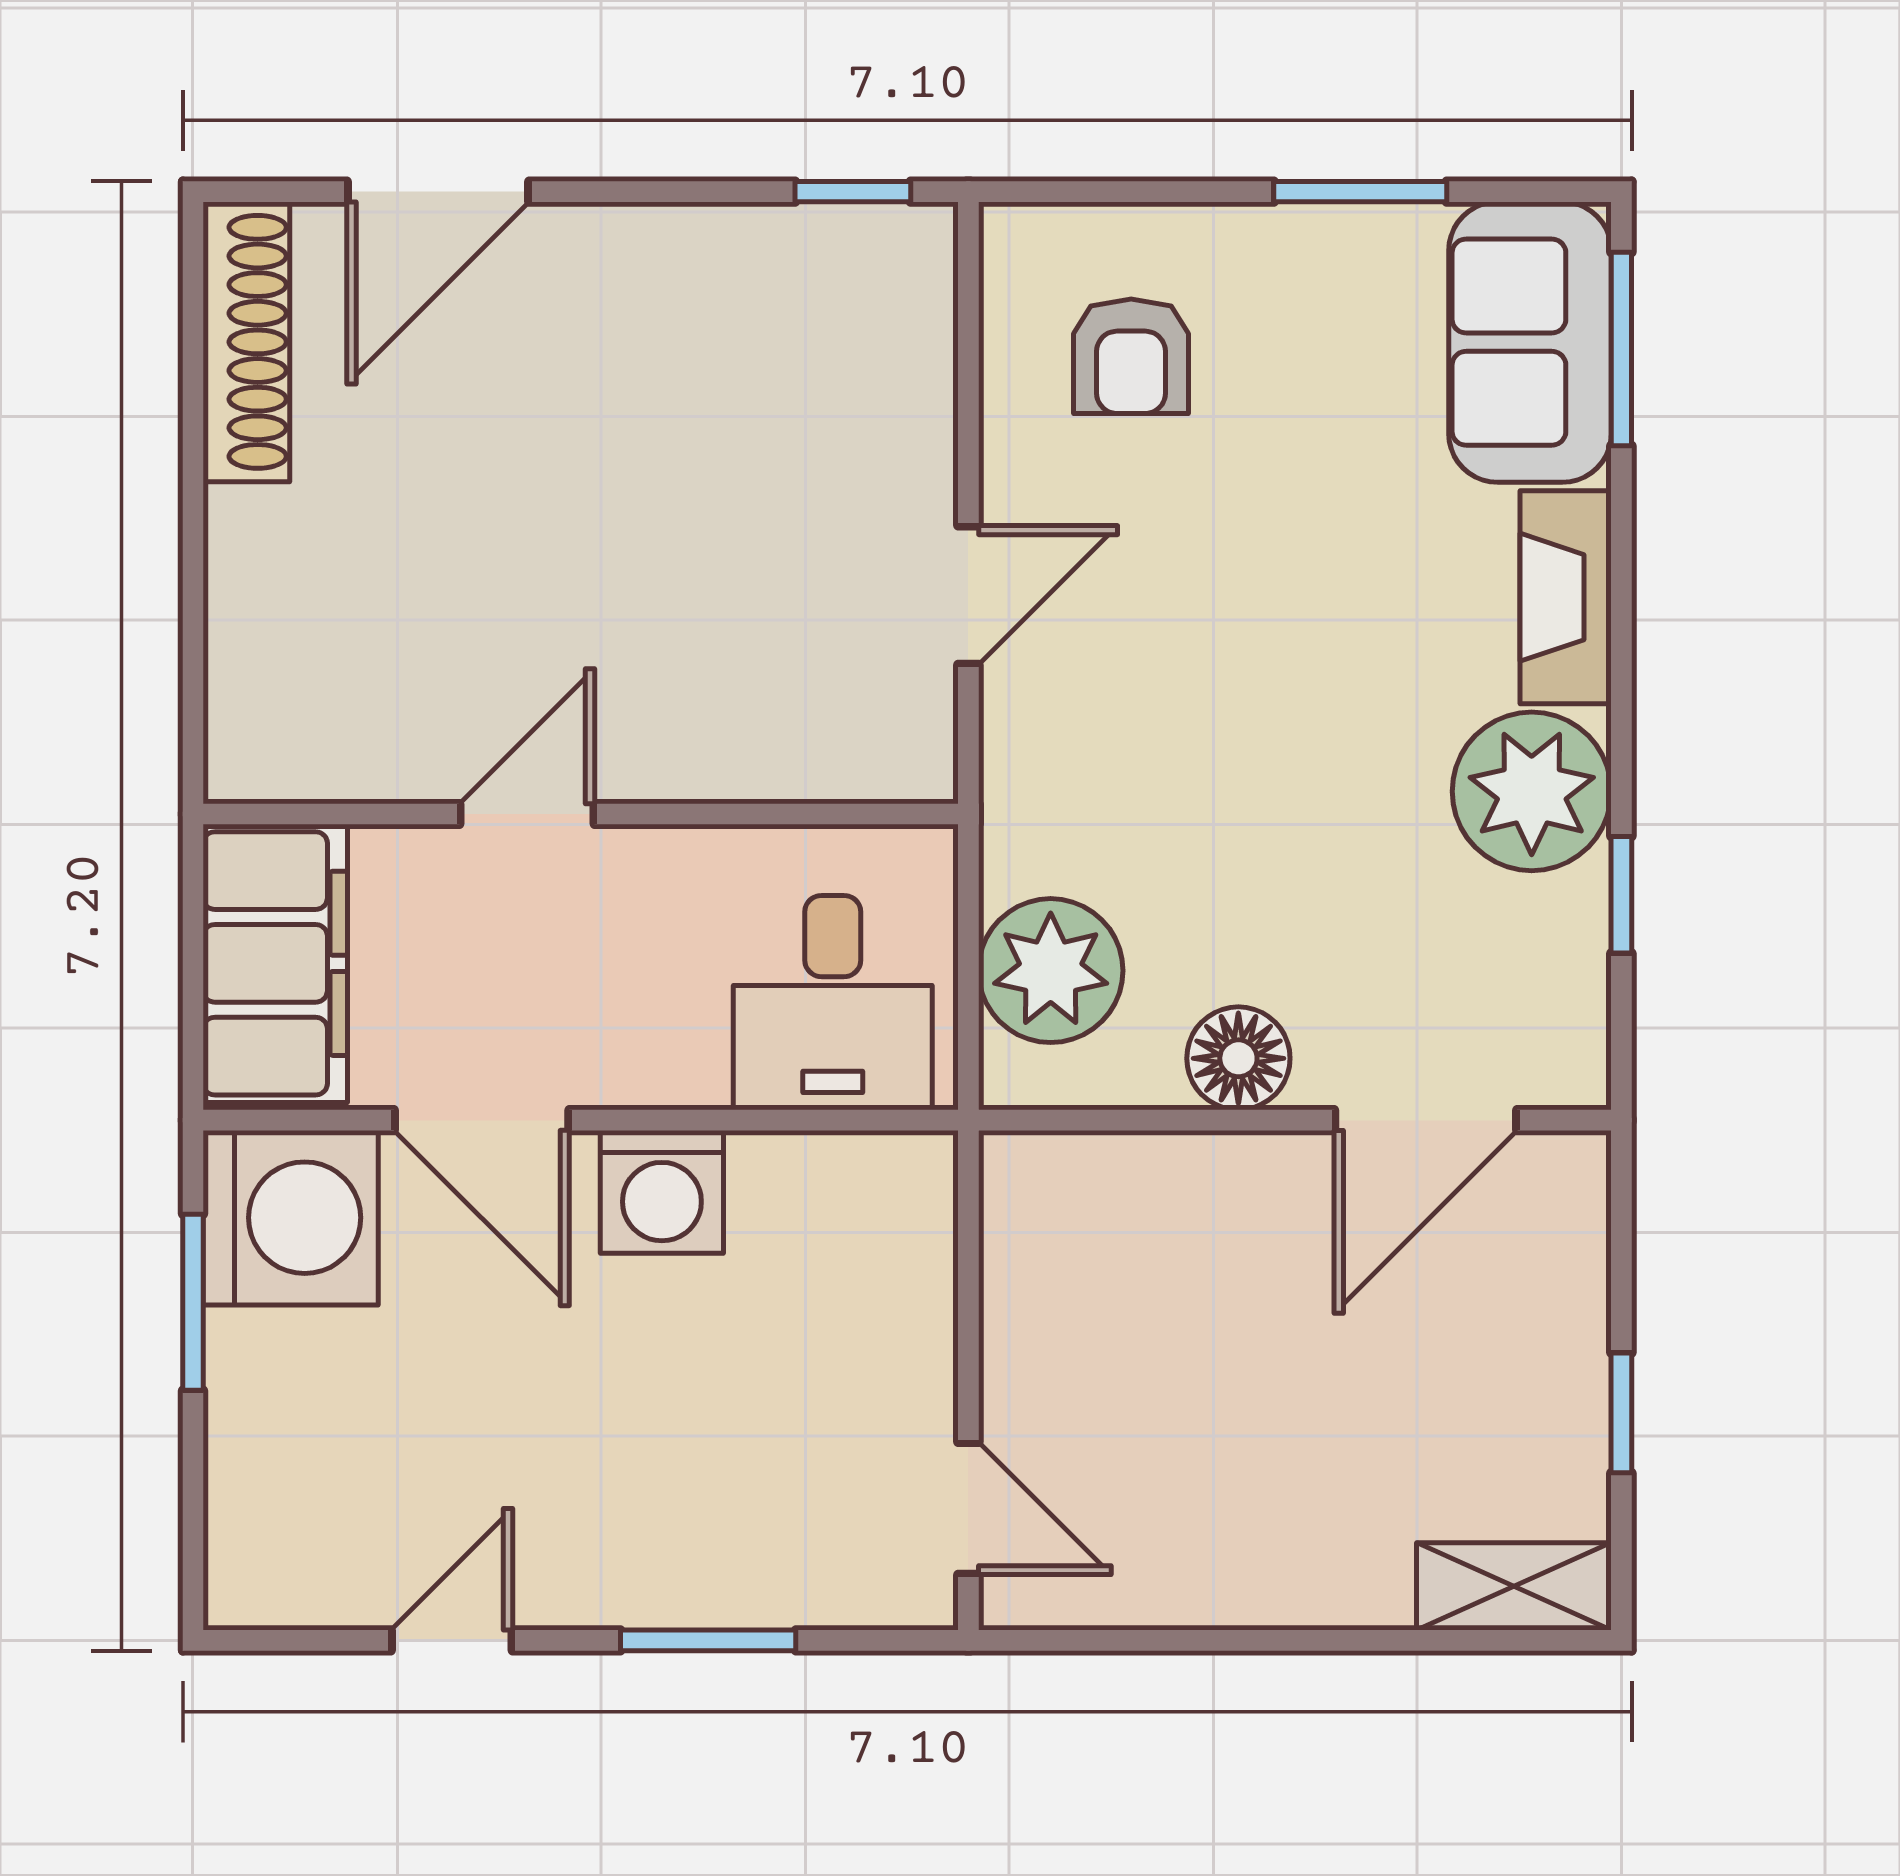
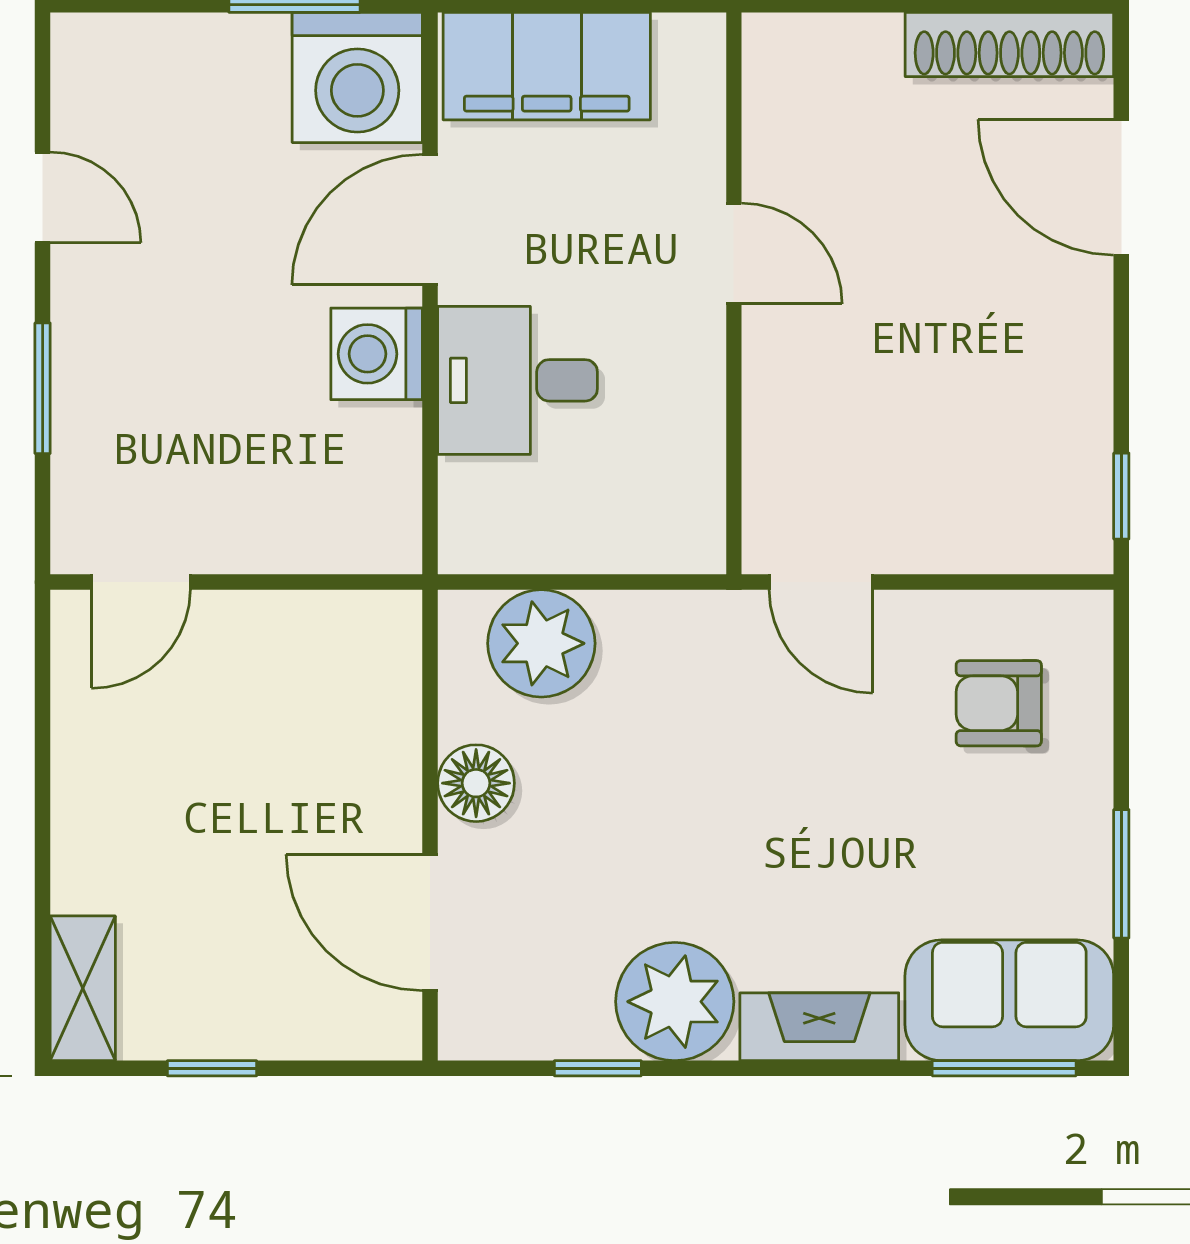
door: (527, 814) -> (734, 253), moved
wall: (581, 814) -> (734, 293), moved
desk: (833, 1003) -> (518, 380), moved

